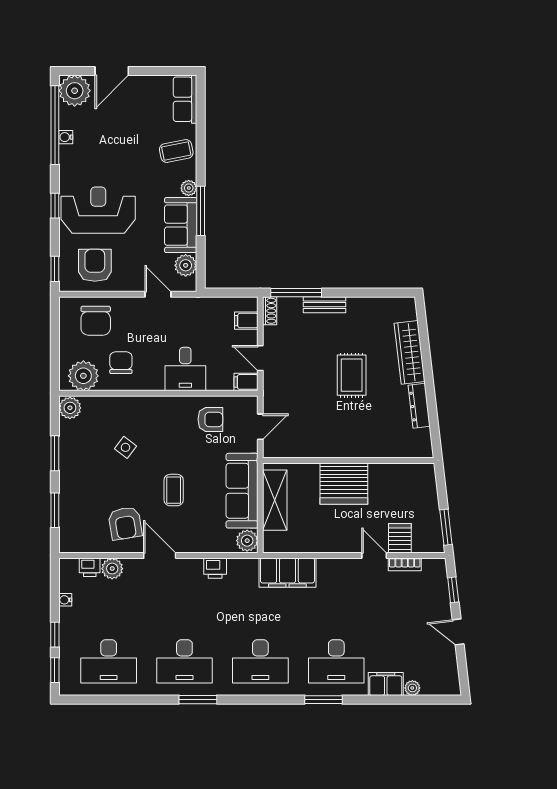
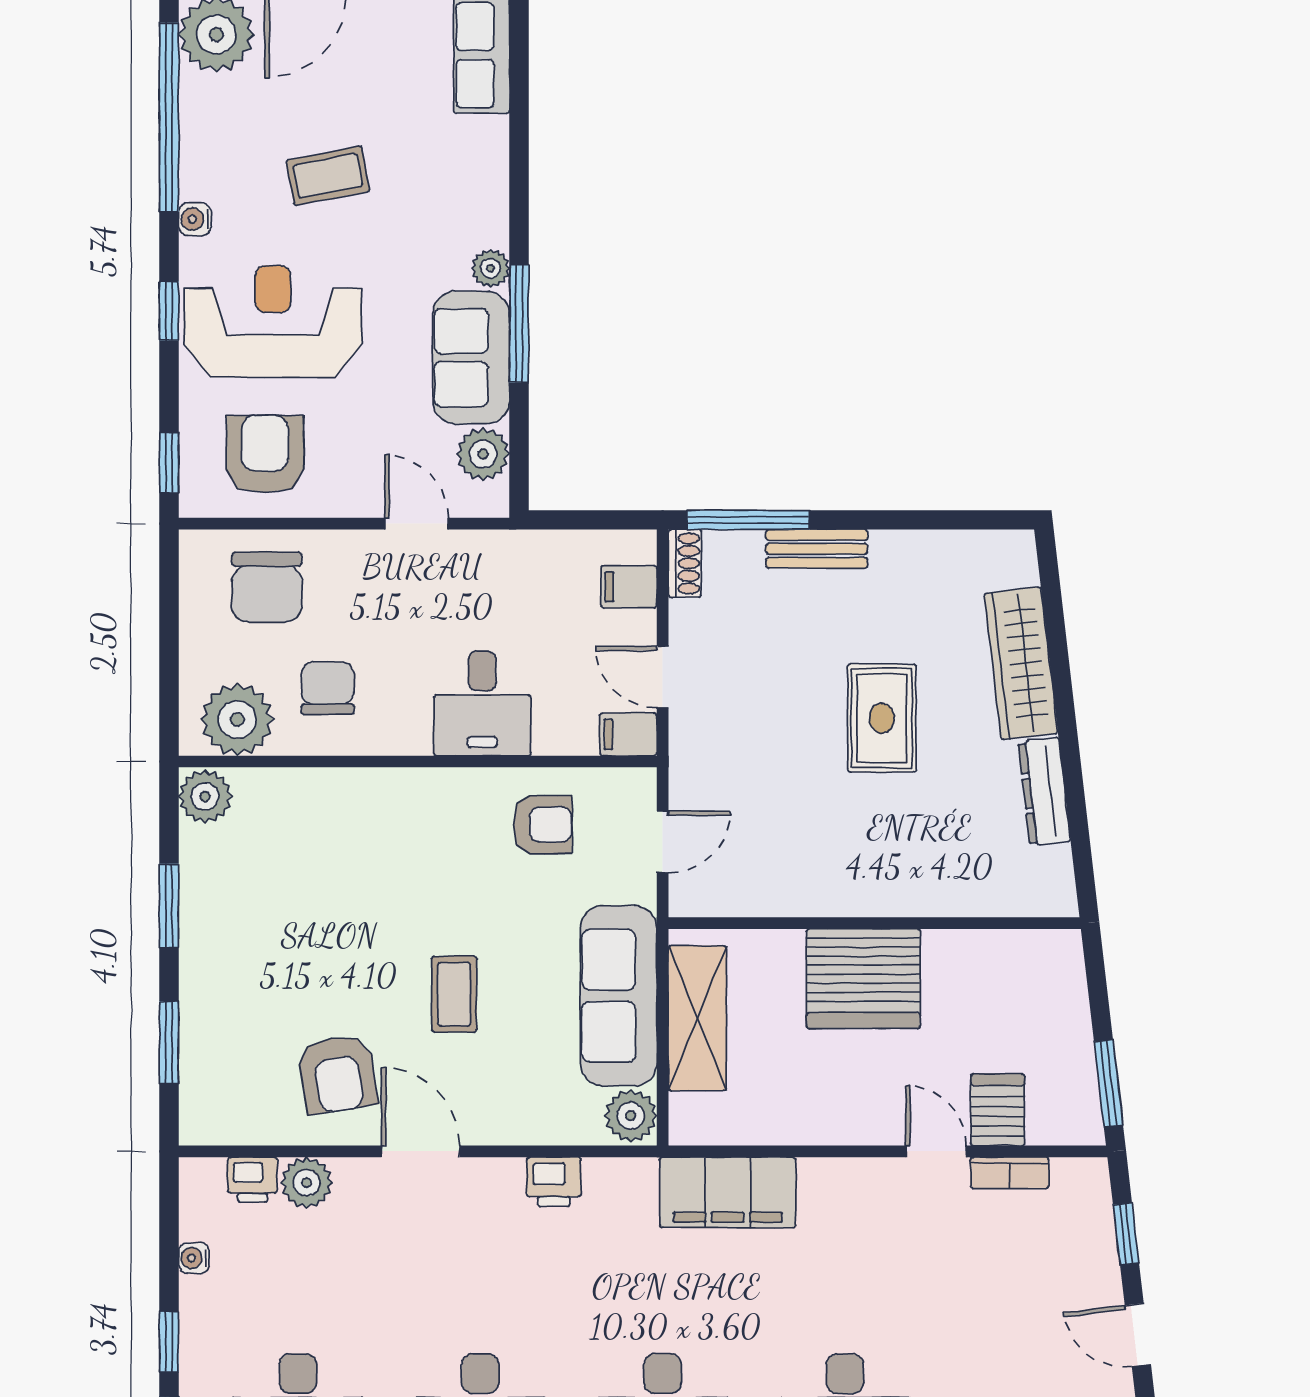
water cooler: (66, 137) -> (195, 219), moved
coffee table: (176, 151) -> (328, 176), moved
side table: (125, 447) -> (338, 892), removed

